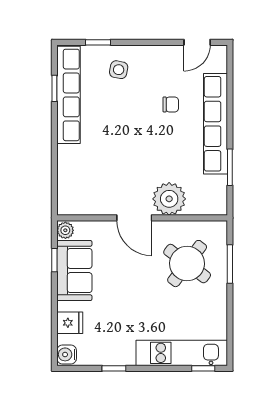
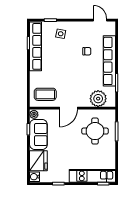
door: (197, 42) -> (100, 20), swing flipped
coffee table: (88, 190) -> (45, 94), added
plant: (169, 199) -> (98, 99), moved
door: (134, 218) -> (68, 108), hinge flipped
round table: (187, 264) -> (95, 131), turned -37
fridge: (70, 323) -> (38, 161), width x1.88, depth x1.34

